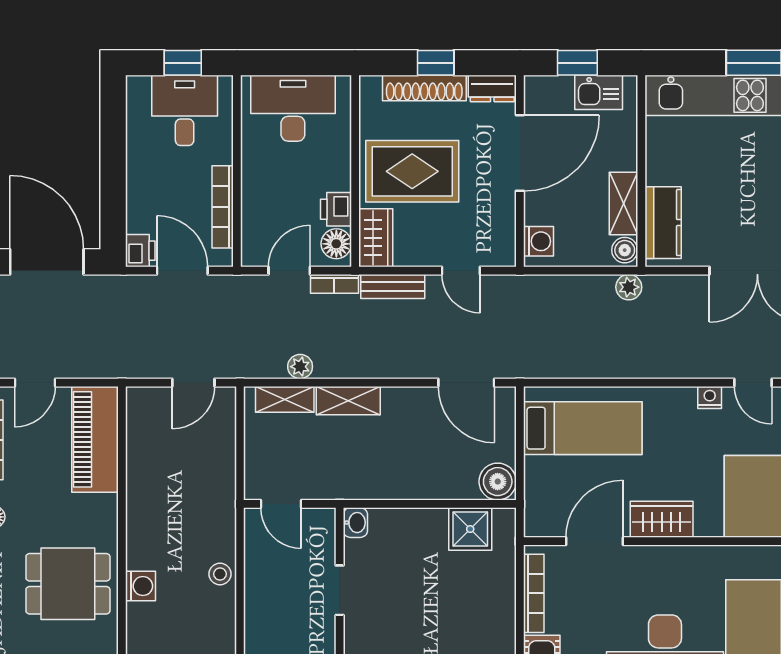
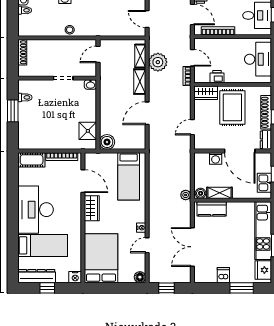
washing machine: (538, 241) -> (216, 158), moved
floor lamp: (336, 244) -> (203, 77), removed
door: (182, 271) -> (192, 15), hinge flipped
bench: (393, 286) -> (186, 100), removed
plant: (300, 367) -> (158, 62), width x1.87, depth x1.87
door: (466, 383) -> (147, 113), moved

